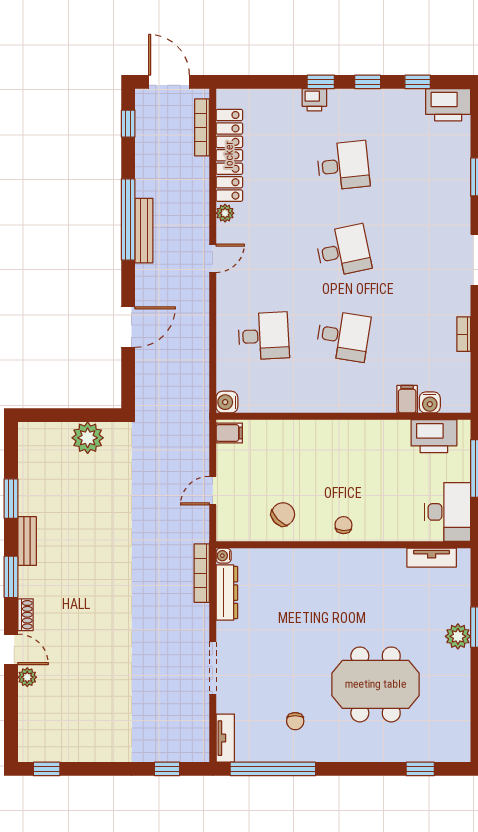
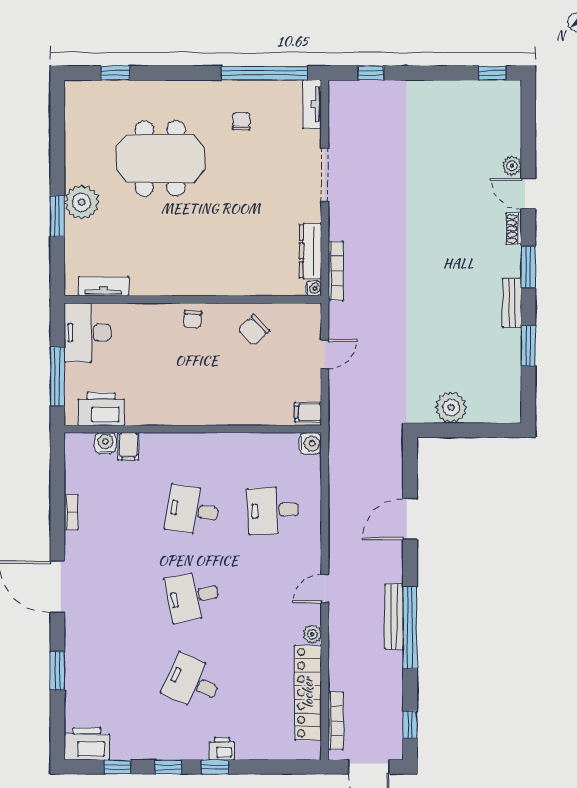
desk: (343, 166) -> (193, 682), turned 30
plant: (458, 636) -> (82, 202), width x1.36, depth x1.36

